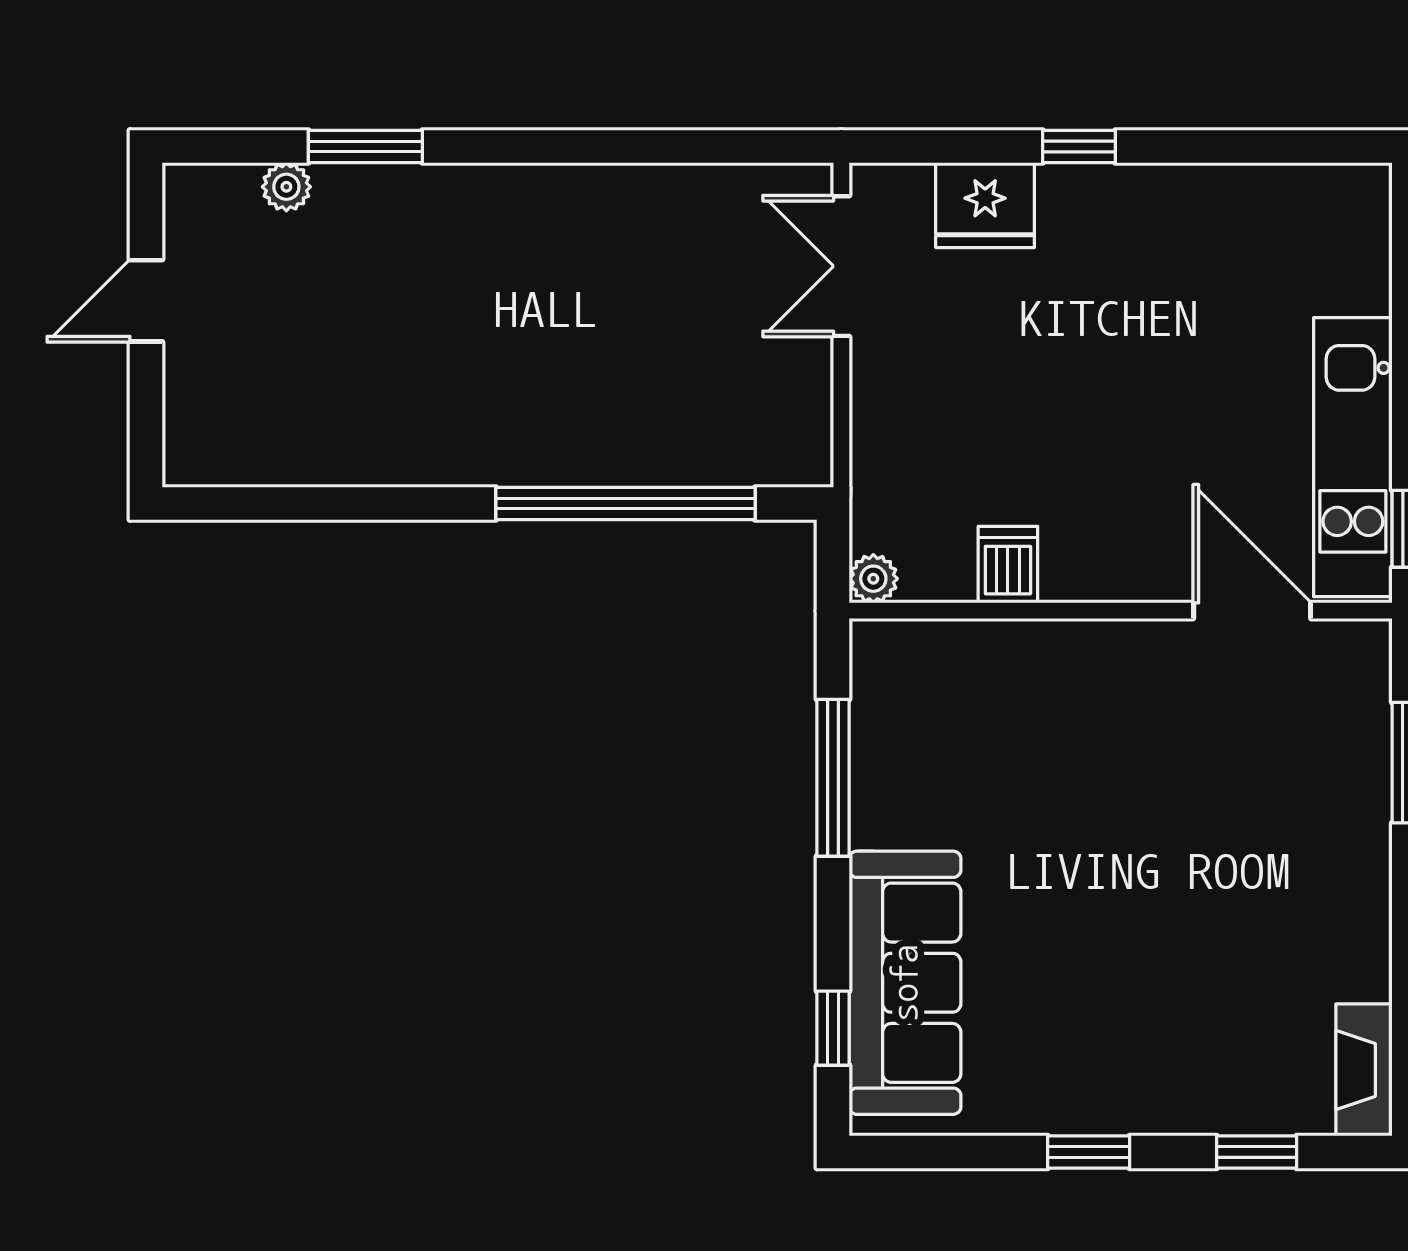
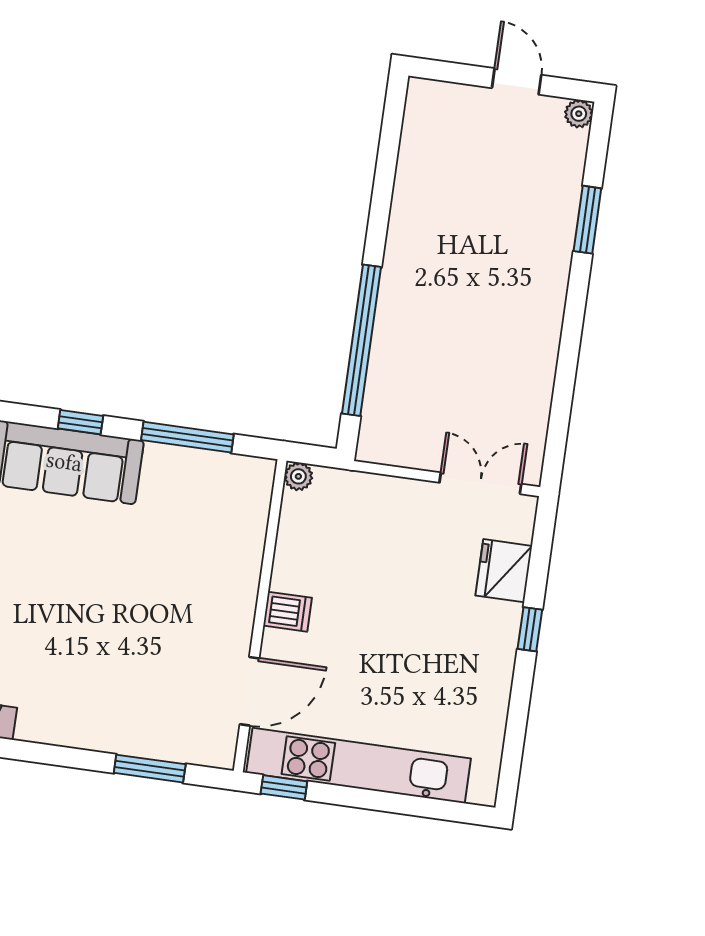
plant: (286, 187) -> (579, 114), moved
kitchen unit: (1353, 457) -> (359, 766), width x1.36
dishwasher: (1008, 565) -> (288, 612), moved
window: (833, 1028) -> (80, 422), moved

